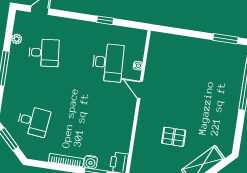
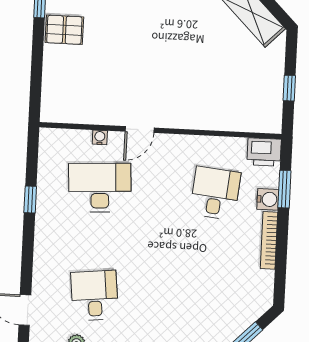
desk: (33, 121) -> (215, 193), moved
pallet: (174, 137) -> (64, 30), moved, turned 90

